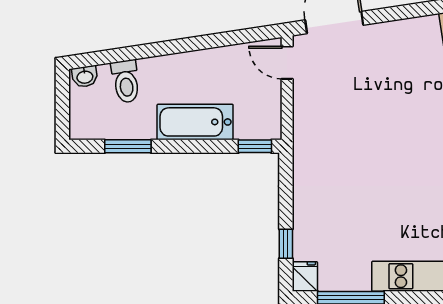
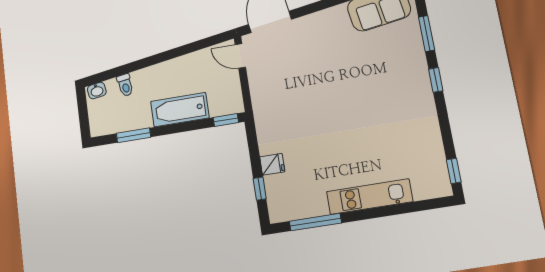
toilet: (126, 81) -> (125, 85), width x0.73, depth x0.72
fridge: (305, 276) -> (272, 164), moved, turned 90

